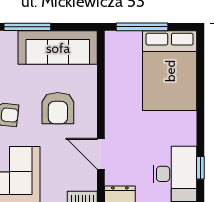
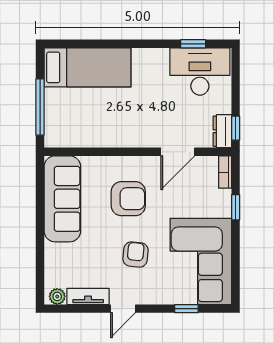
window: (27, 27) -> (40, 232), removed
bed: (170, 71) -> (88, 67), width x0.67

